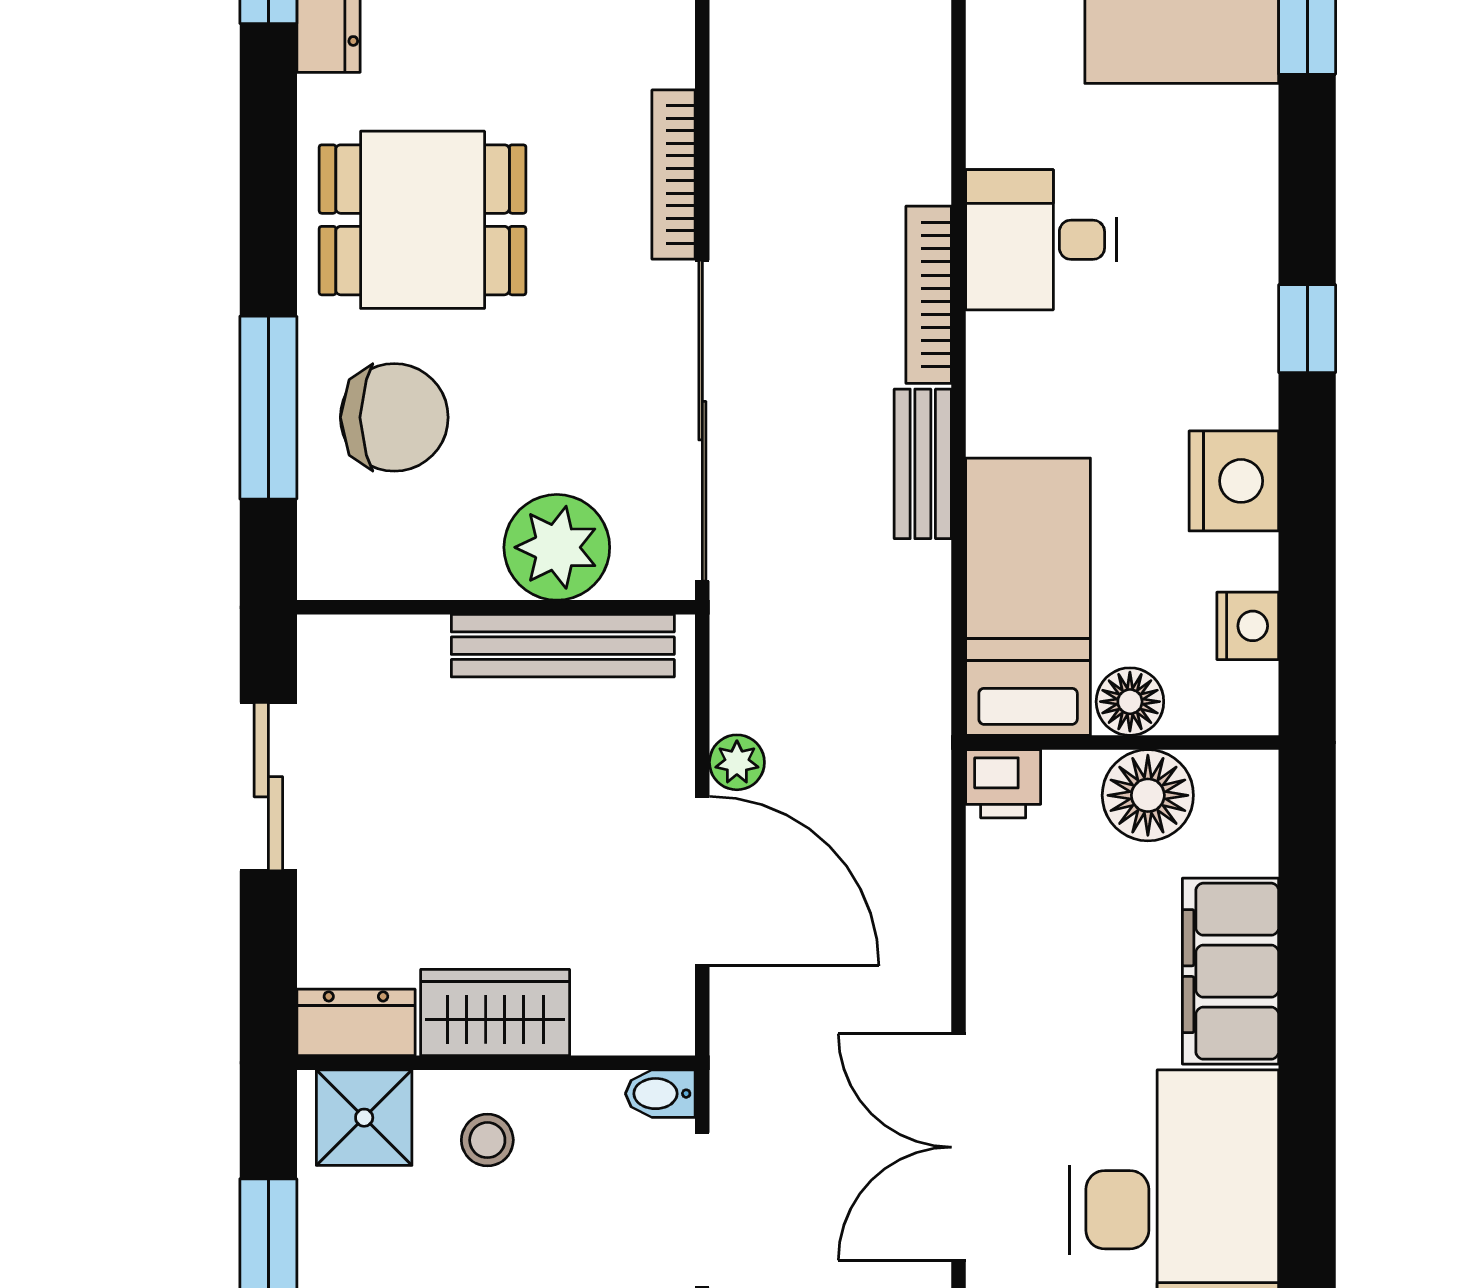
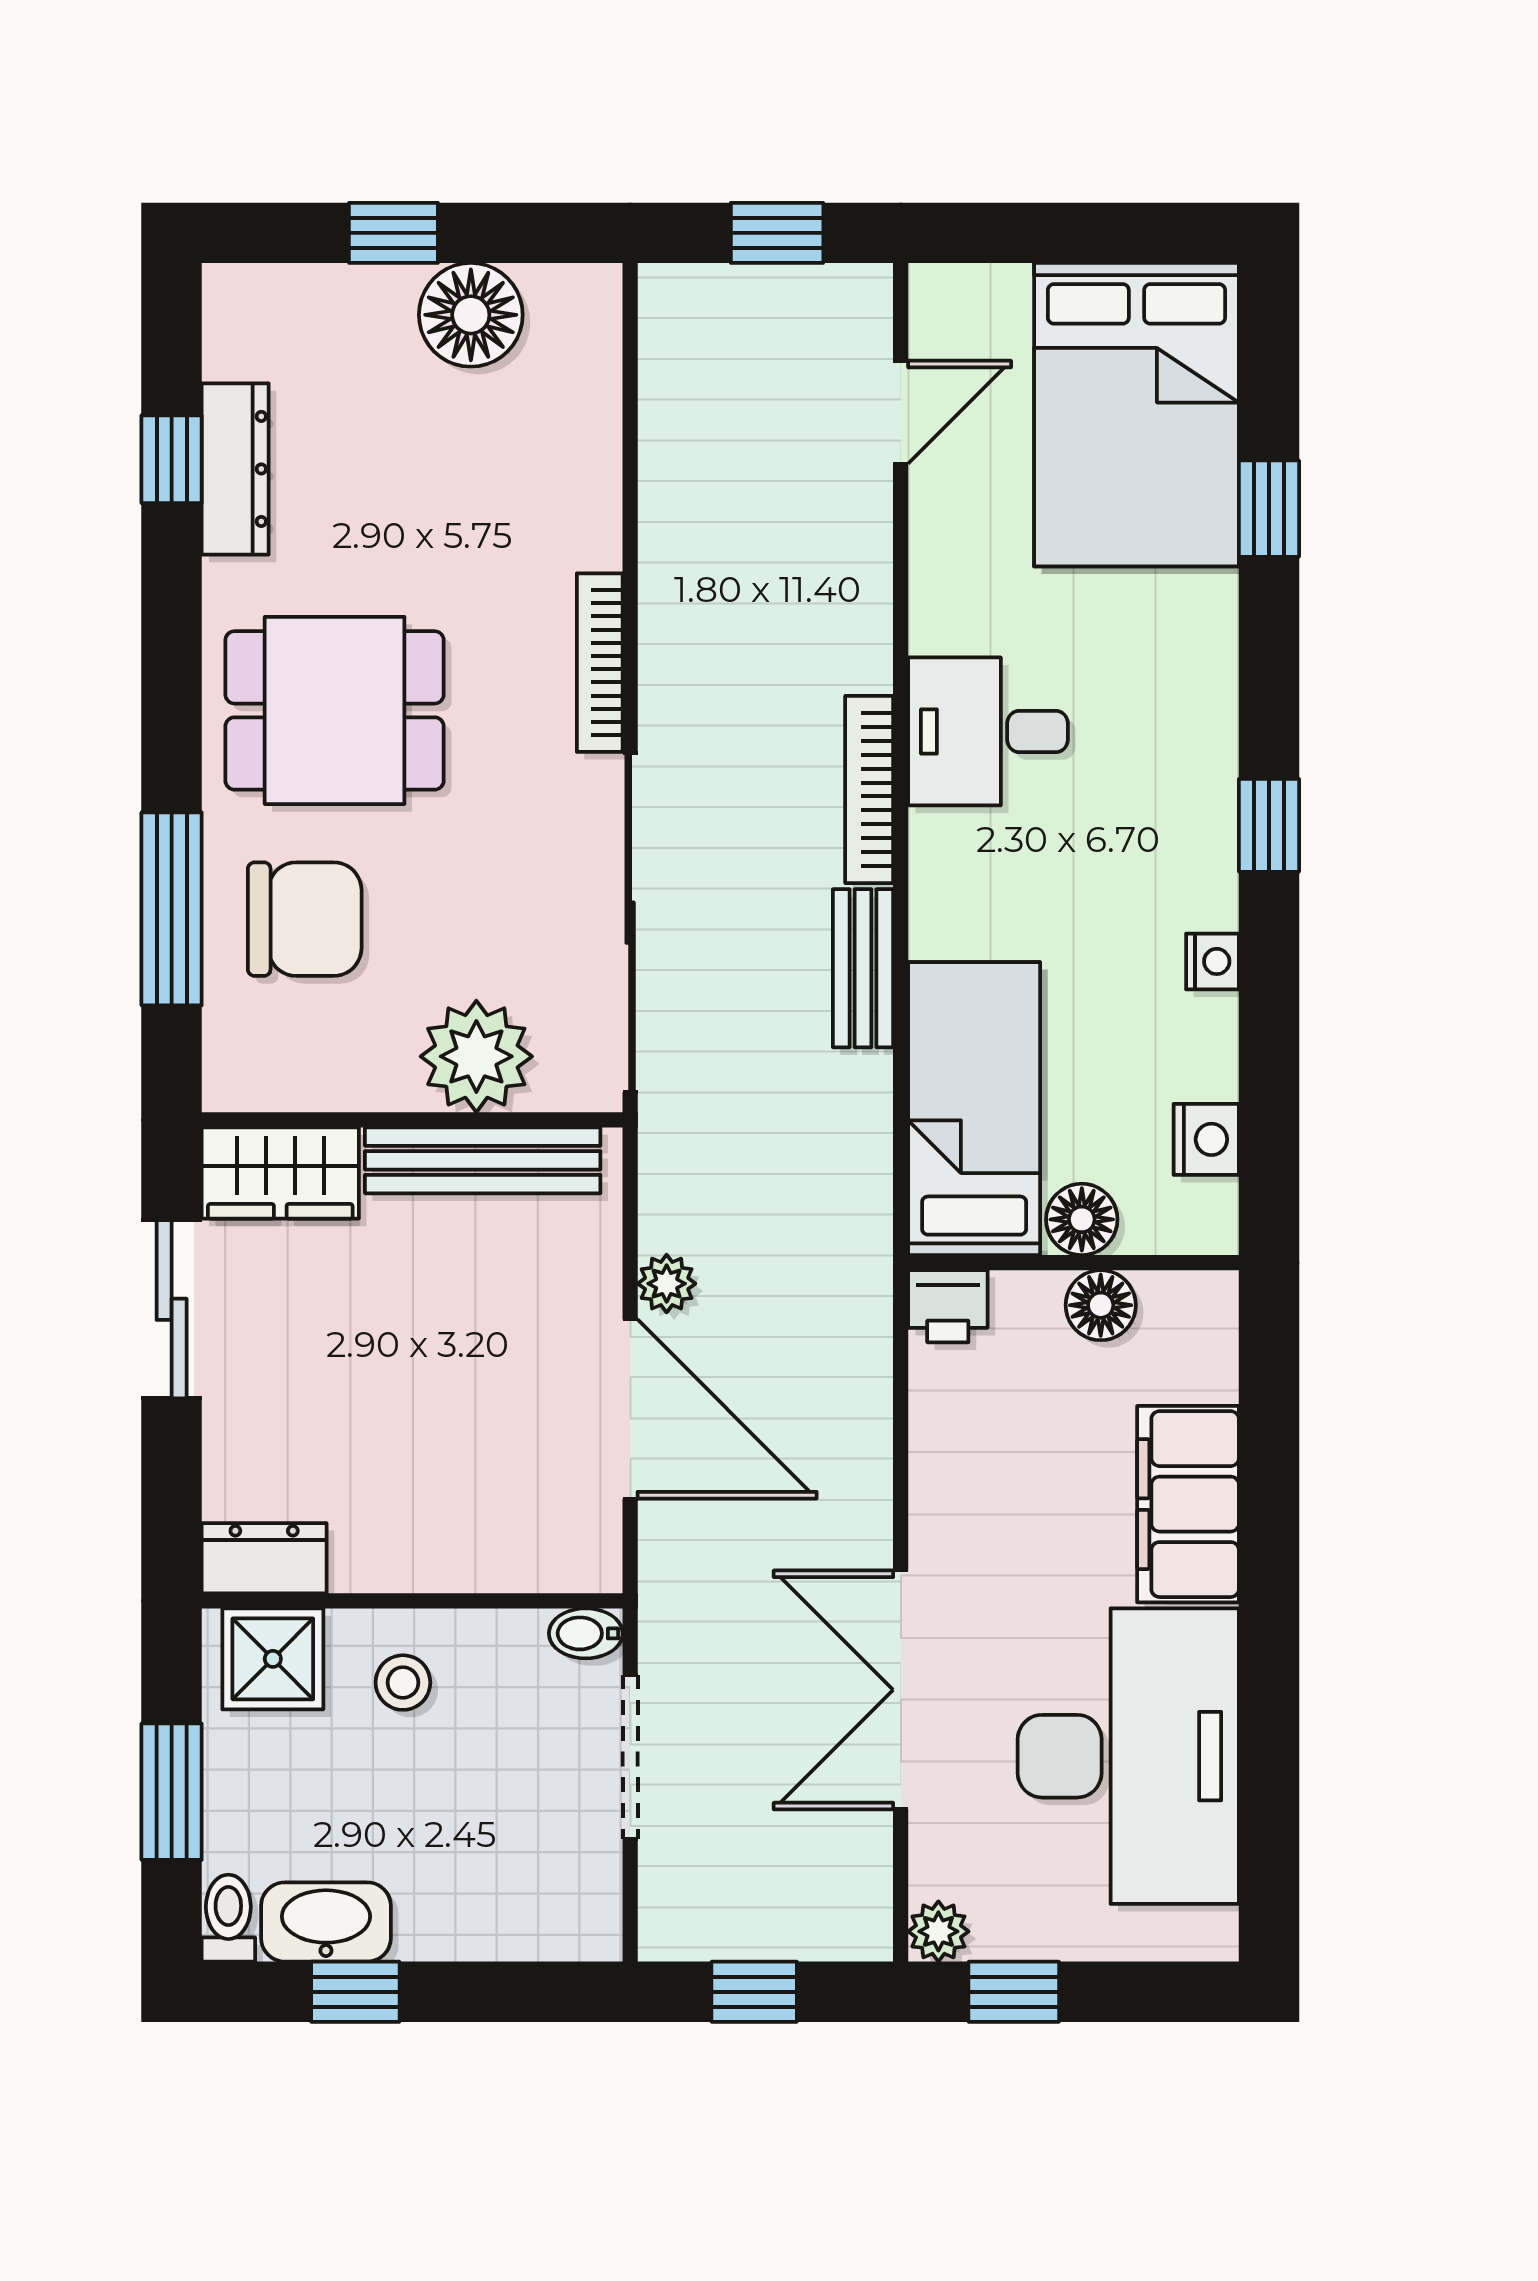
nightstand: (1234, 481) -> (1213, 961), width x0.53, depth x0.56
floor lamp: (1148, 795) -> (1101, 1305), width x0.73, depth x0.73
wardrobe: (495, 1012) -> (280, 1173), moved, turned 180

